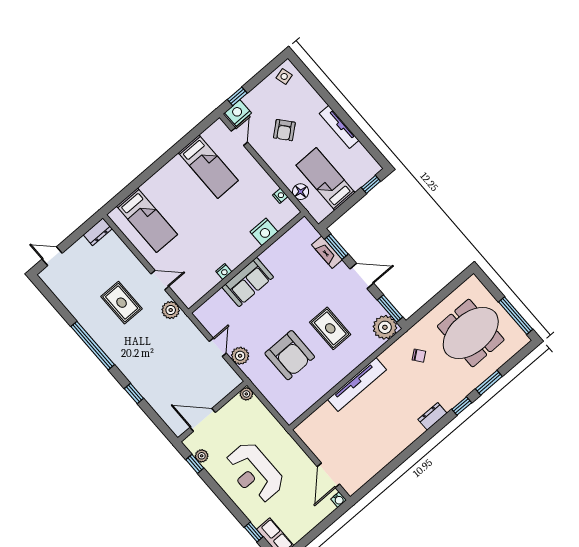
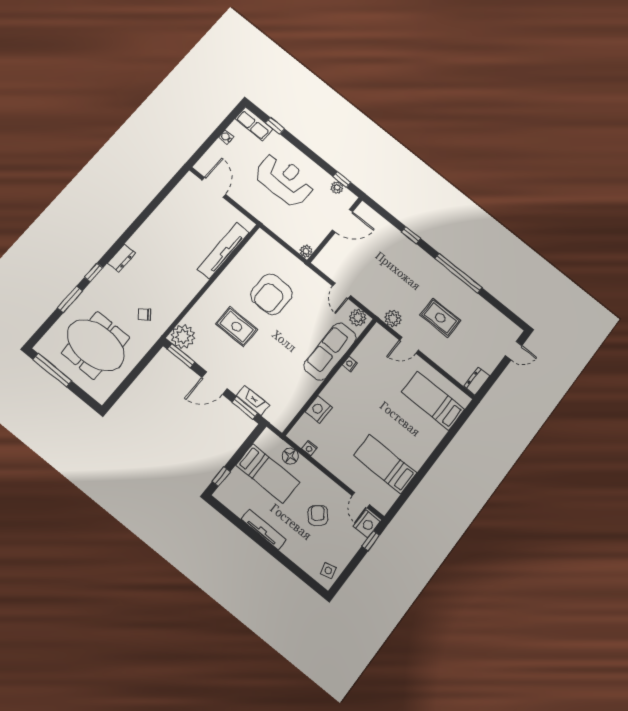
sofa: (248, 282) -> (330, 352), width x1.36
meeting table: (471, 333) -> (96, 345), turned 90
armchair: (290, 355) -> (271, 294), turned -90
plant: (240, 356) -> (358, 318), moved
tv unit: (357, 385) -> (223, 251), moved
water cooler: (339, 500) -> (226, 137), moved

